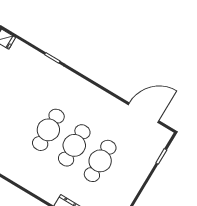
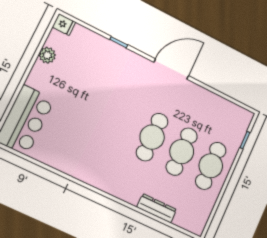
door: (144, 113) -> (171, 69), moved
cafe table: (48, 130) -> (211, 166), moved

